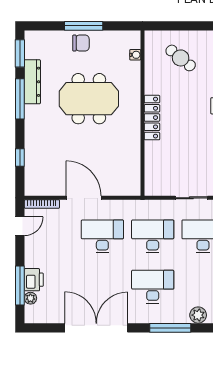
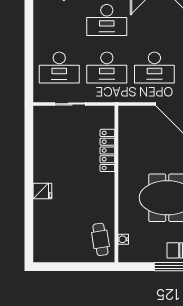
cafe table: (181, 58) -> (100, 239), moved, turned 42
locker: (152, 118) -> (107, 150), moved

